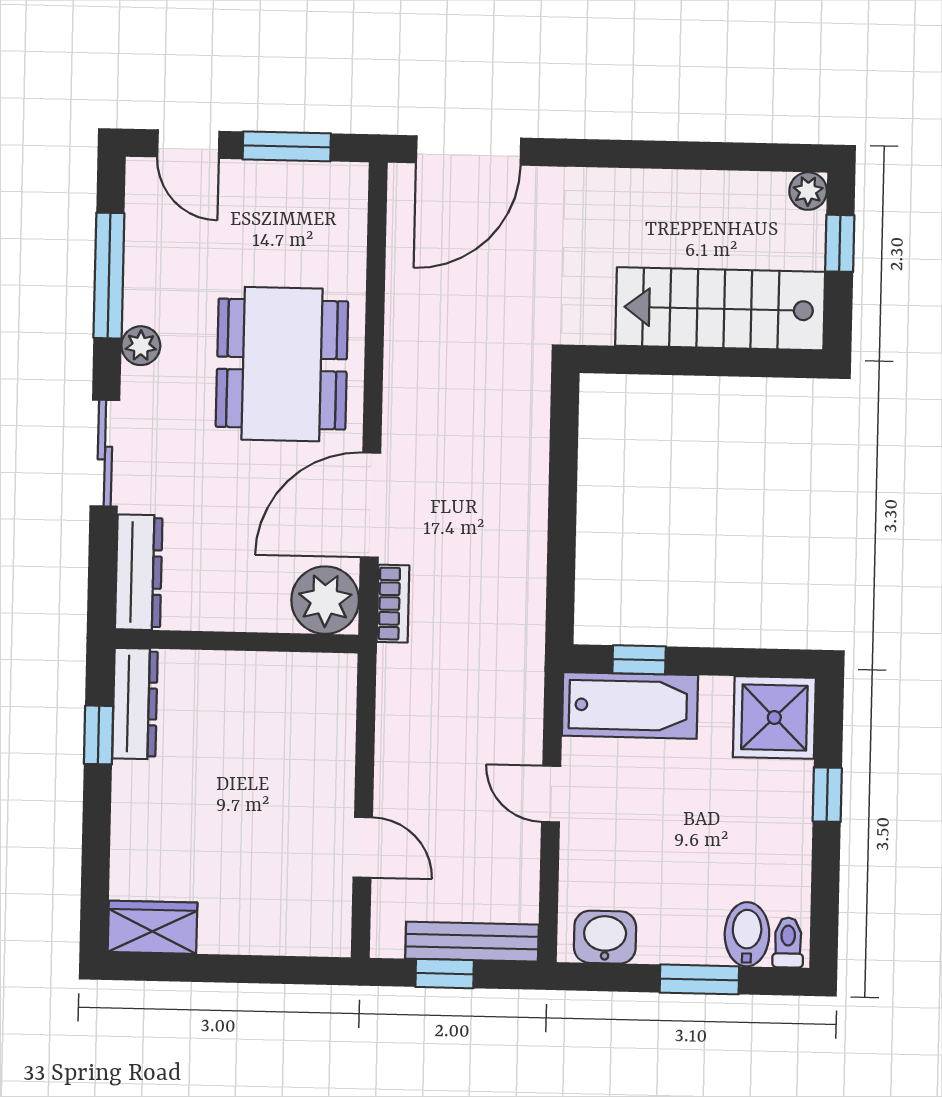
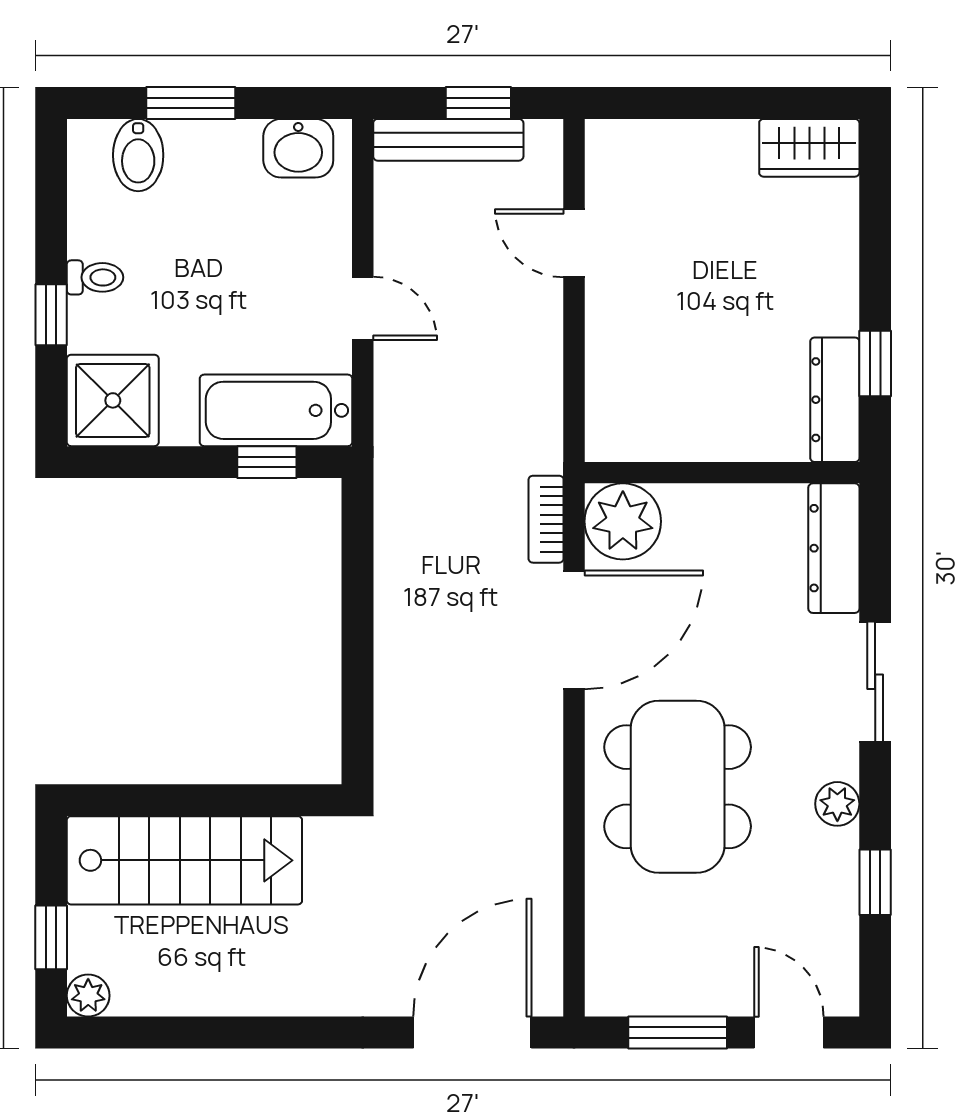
window: (109, 276) -> (875, 882), width x0.46
toilet: (788, 943) -> (95, 277), moved, turned -90

